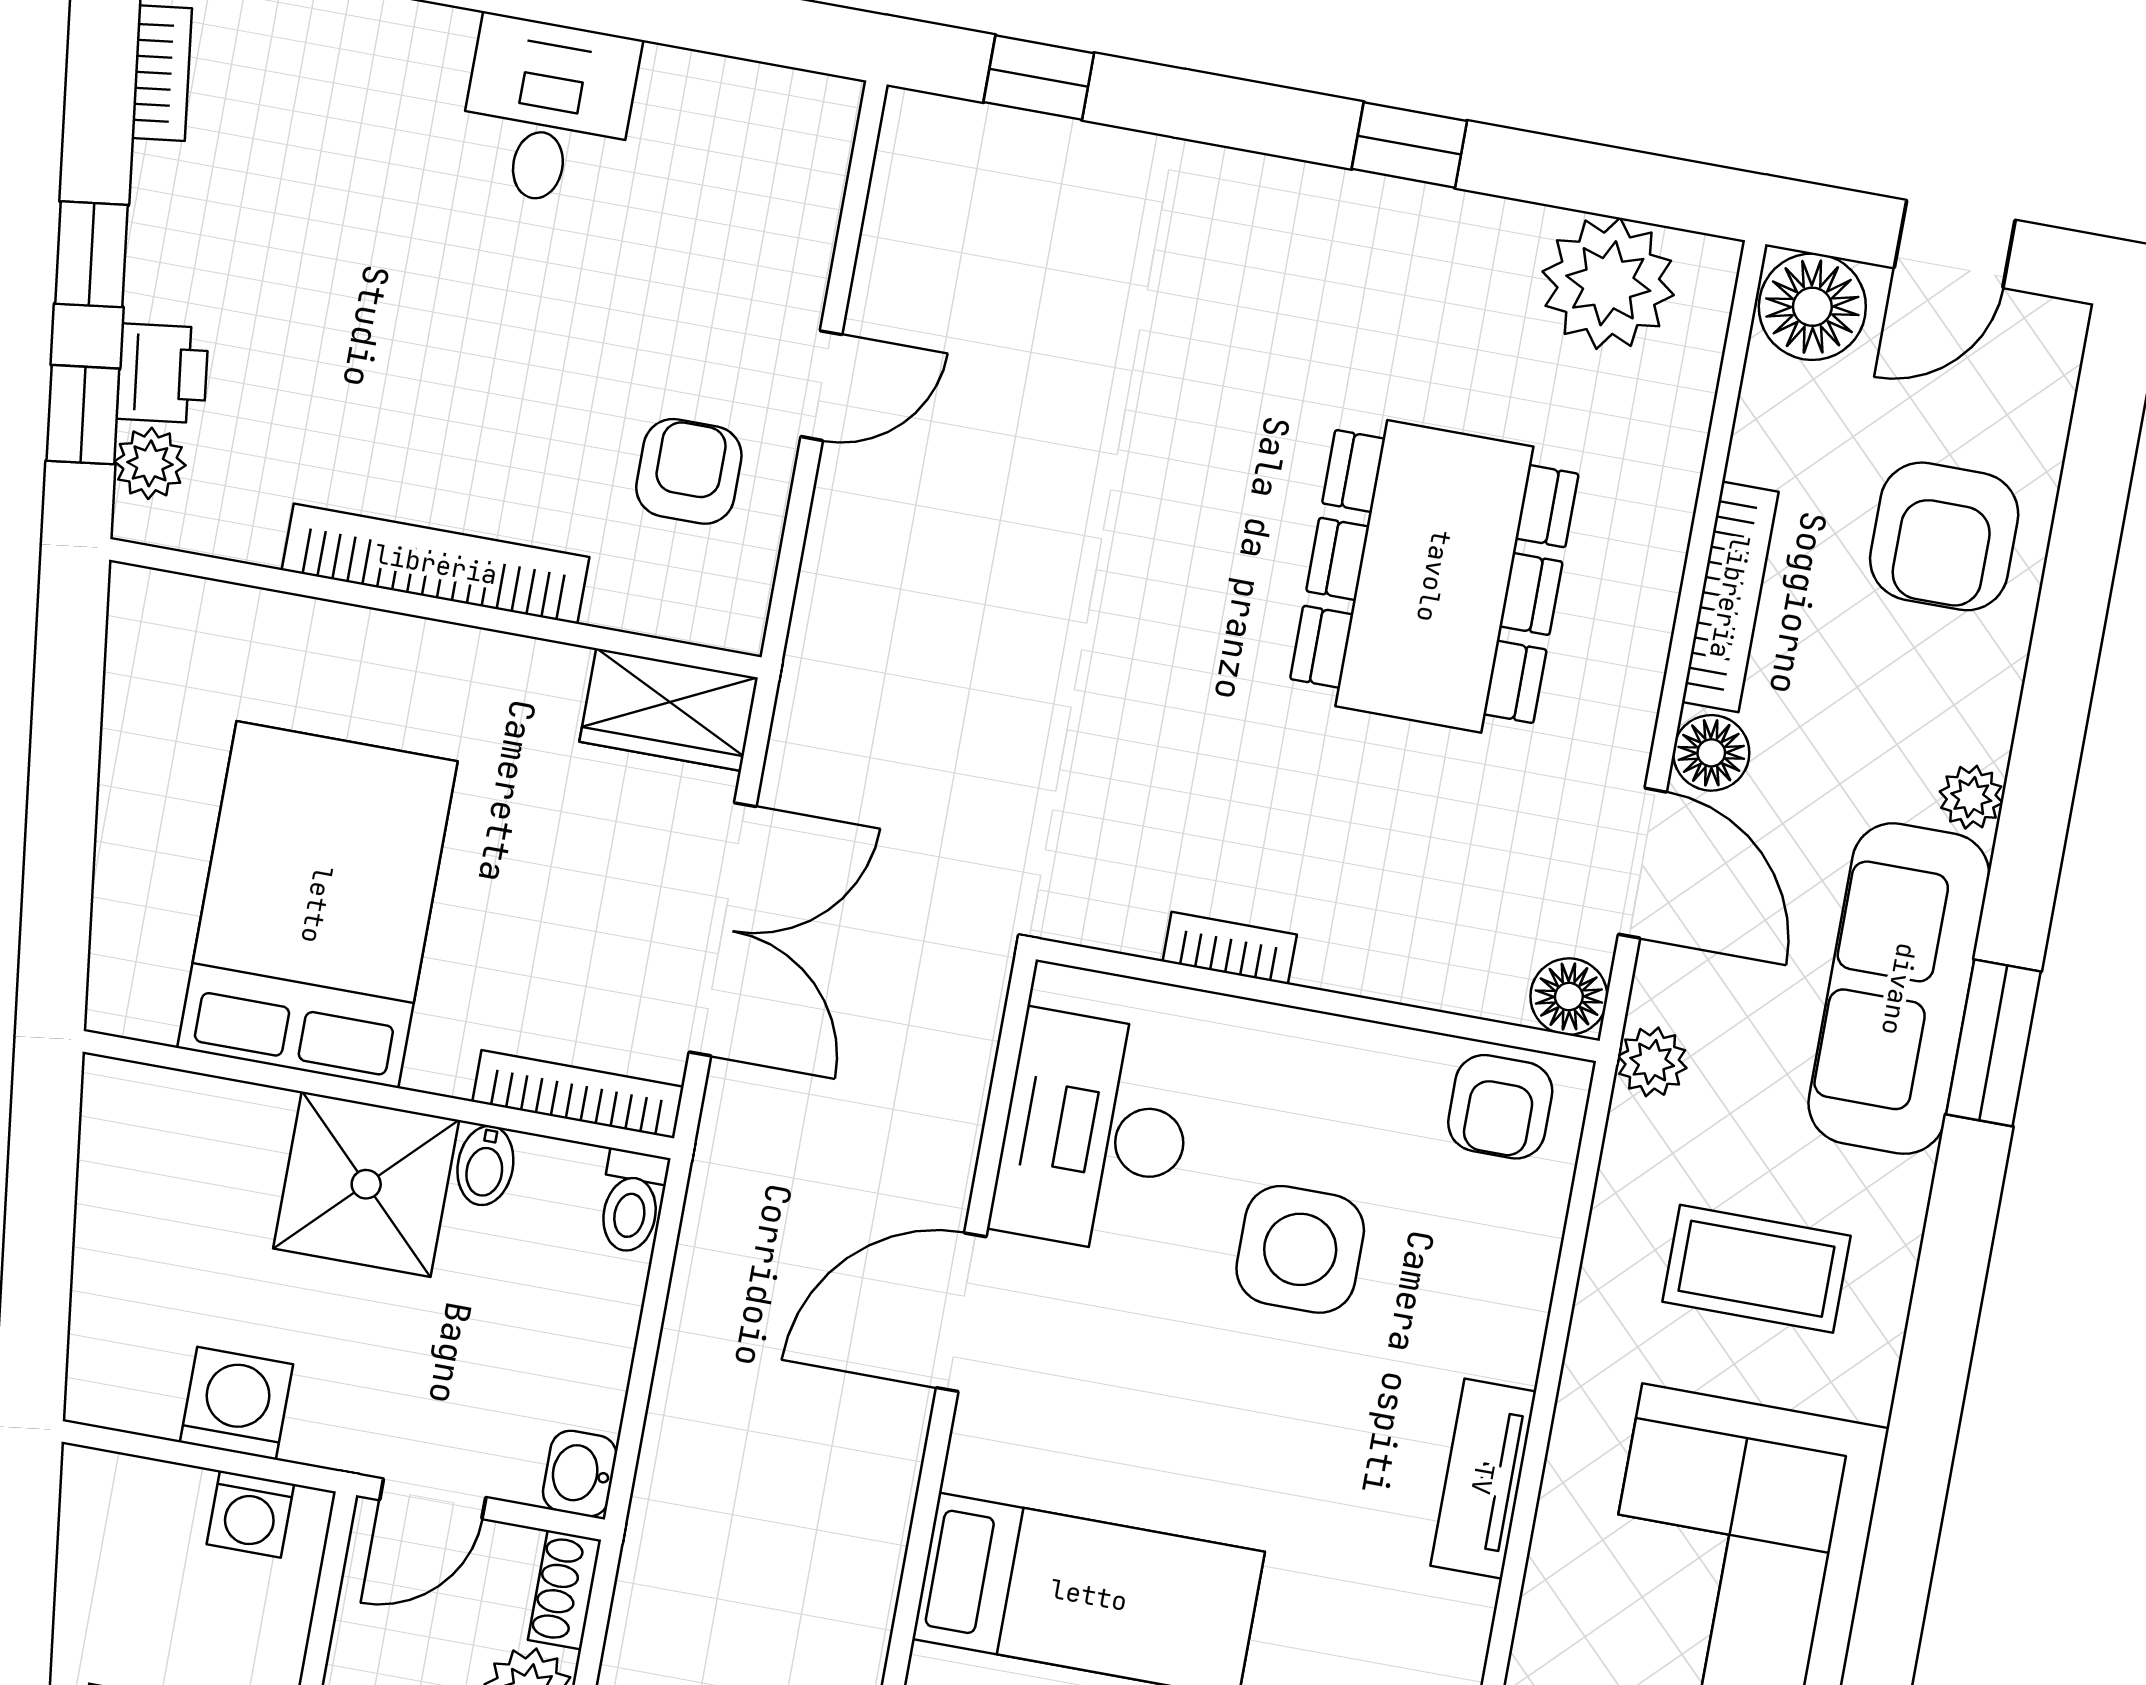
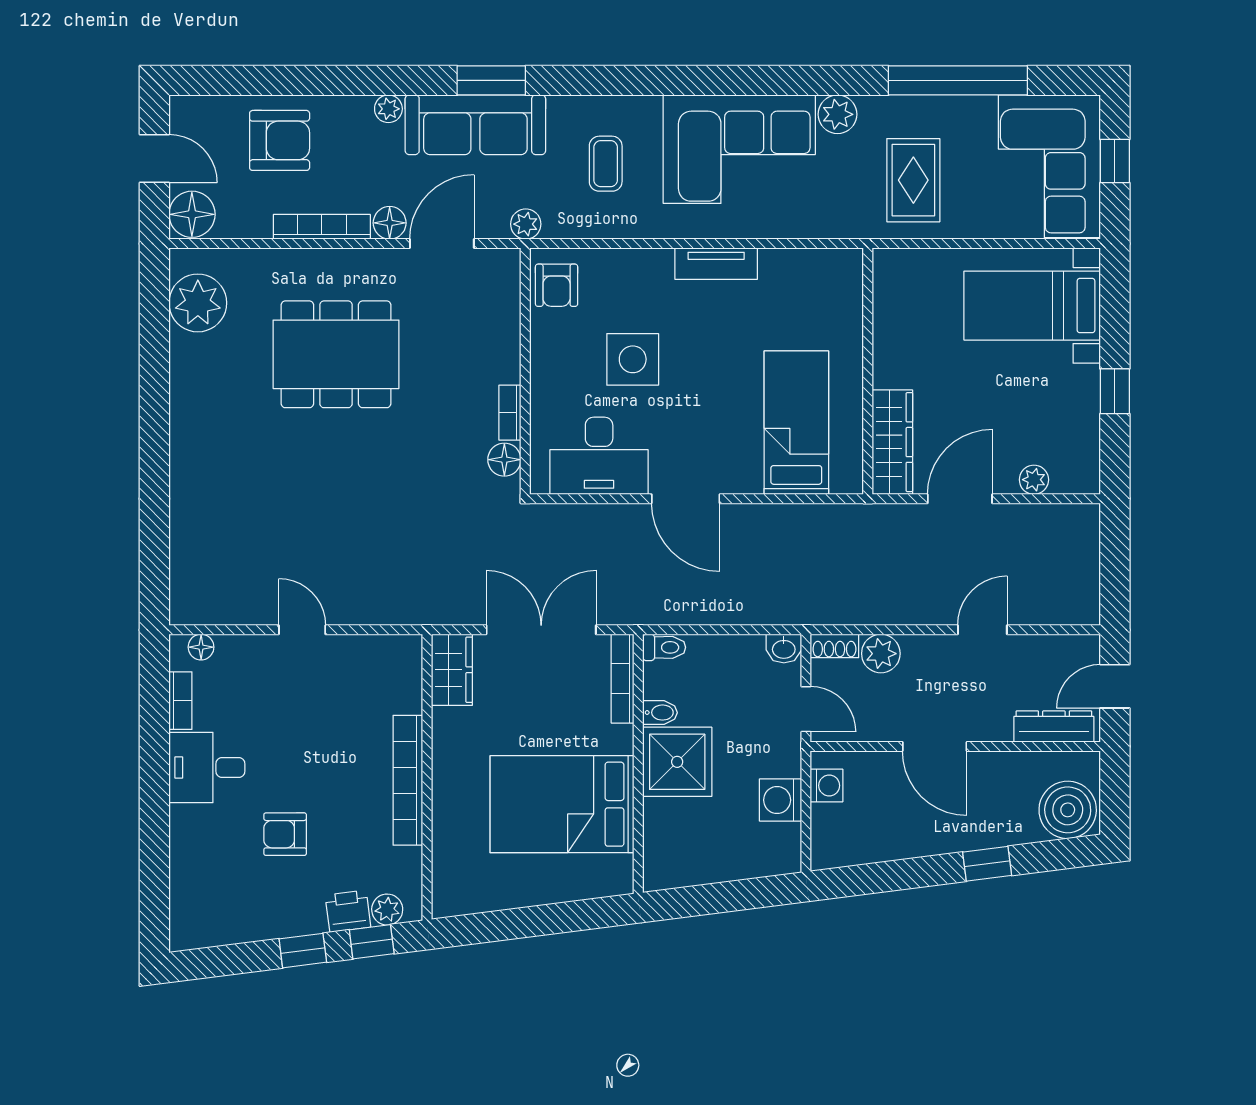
bookcase: (162, 73) -> (180, 701), moved, turned 97
window: (1039, 78) -> (154, 561), removed
window: (1409, 145) -> (154, 398), removed
floor lamp: (824, 148) -> (201, 647), added
armchair: (689, 471) -> (285, 834), moved
floor lamp: (1569, 997) -> (504, 460), moved
armchair: (1500, 1107) -> (557, 285), turned 90
coffee table: (1756, 1269) -> (606, 164), width x0.73, depth x0.77

